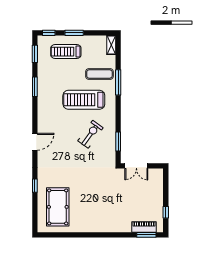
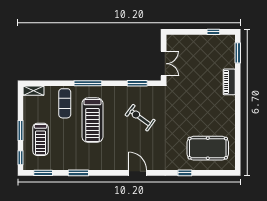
window: (118, 82) -> (88, 83), moved
exercise bike: (90, 134) -> (140, 118), moved
piano: (144, 227) -> (229, 82), moved

